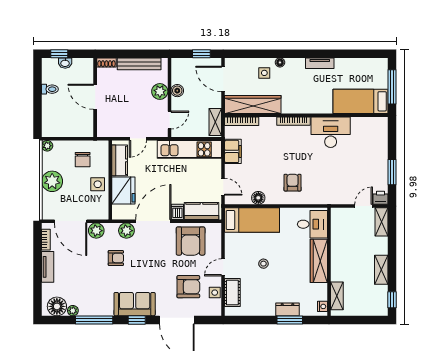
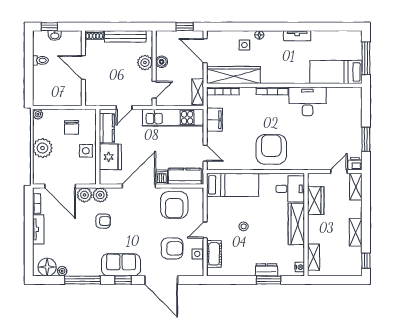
armchair: (293, 183) -> (271, 149), width x1.88, depth x1.88
floor lamp: (258, 198) -> (239, 164), removed
plant: (126, 231) -> (100, 195), moved
wardrobe: (339, 236) -> (316, 200), added

